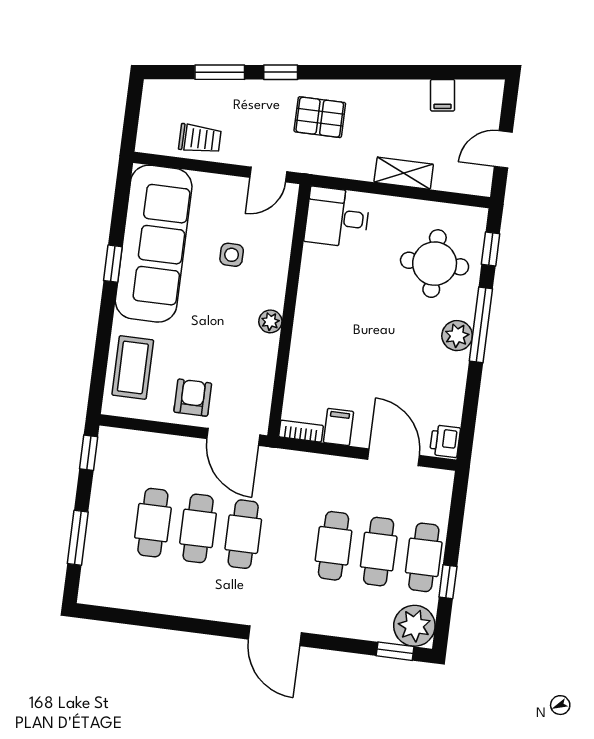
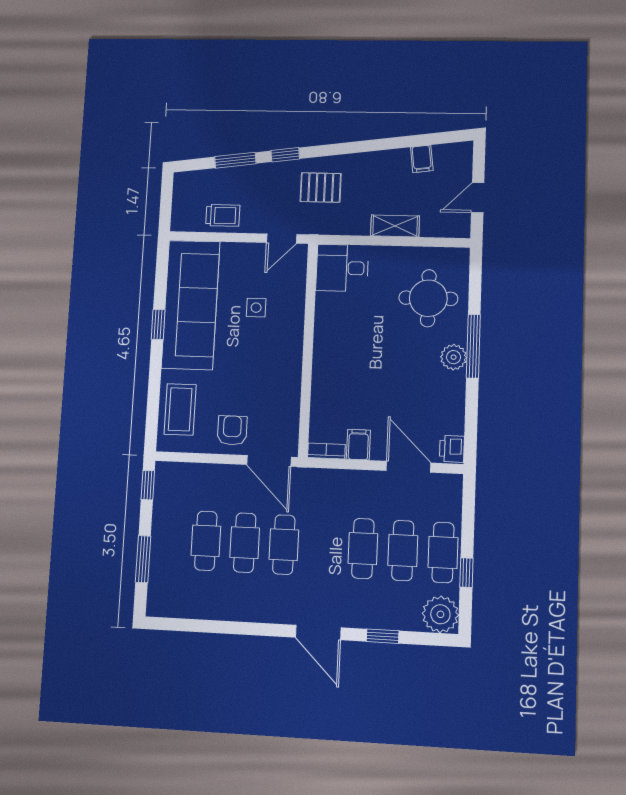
window: (491, 249) -> (475, 281), removed
plant: (270, 321) -> (293, 360), removed
window: (395, 651) -> (383, 636), moved

